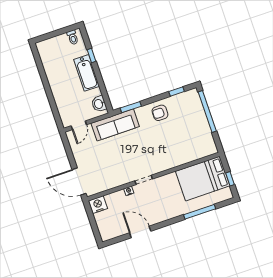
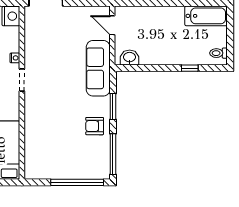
bathtub: (87, 73) -> (206, 16), moved, turned 180
window: (177, 92) -> (113, 154), width x2.17
window: (131, 107) -> (113, 107), moved
armchair: (160, 113) -> (95, 126), turned -90

